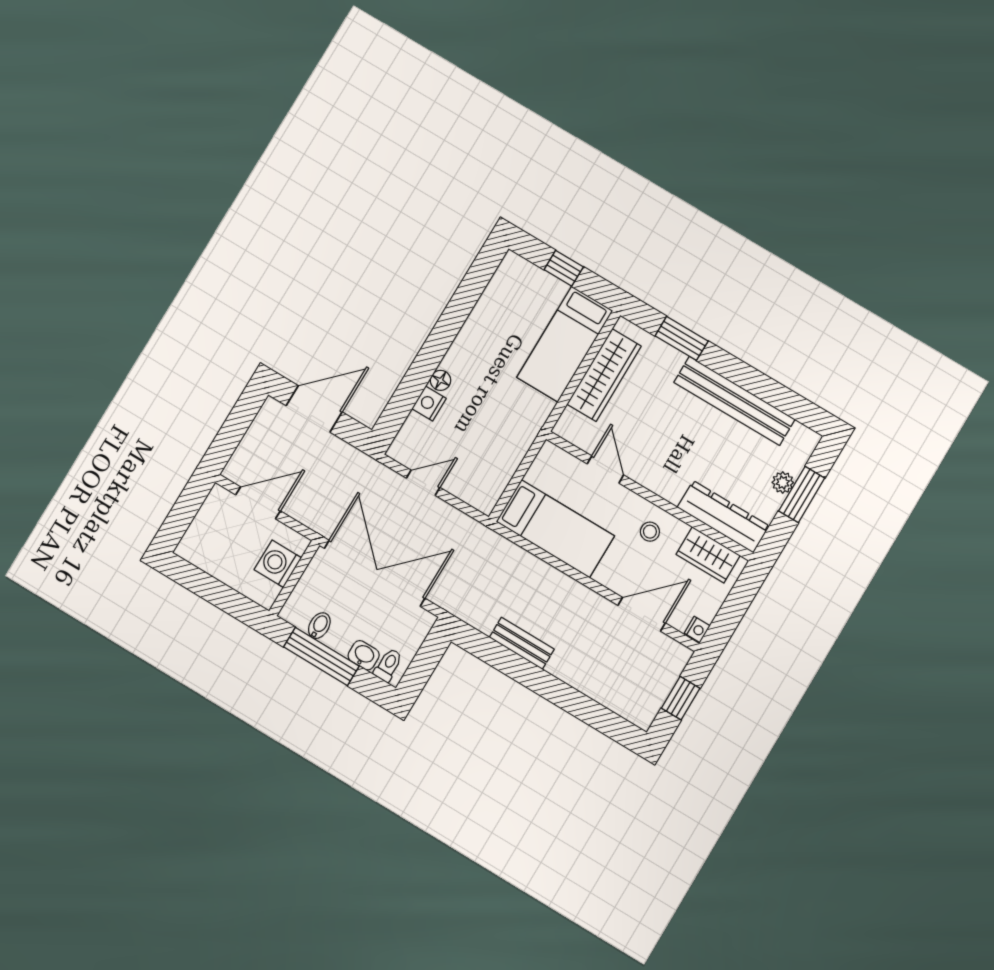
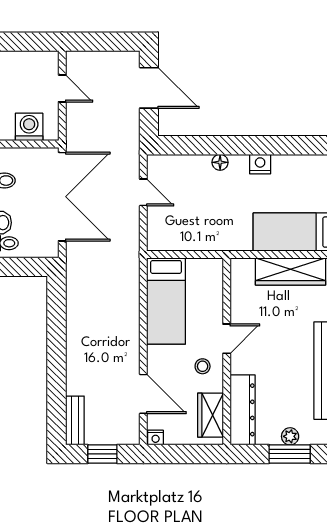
nightstand: (429, 403) -> (260, 164), moved
door: (605, 469) -> (227, 339), moved
door: (258, 503) -> (62, 88), width x0.73
bench: (522, 643) -> (75, 421), moved

